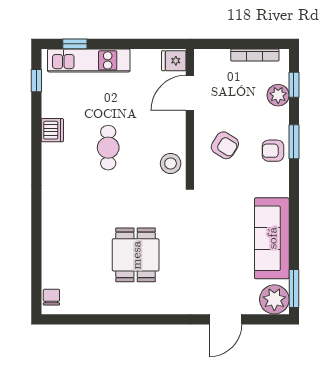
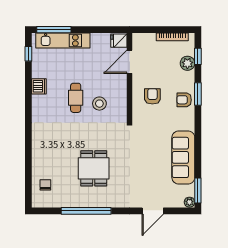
window: (75, 44) -> (54, 30), width x2.17
armchair: (225, 145) -> (152, 96), turned -122
stool: (171, 163) -> (99, 104), moved
chair: (51, 297) -> (45, 185), moved
plant: (274, 299) -> (189, 202), width x0.53, depth x0.53
window: (124, 319) -> (86, 211), added

